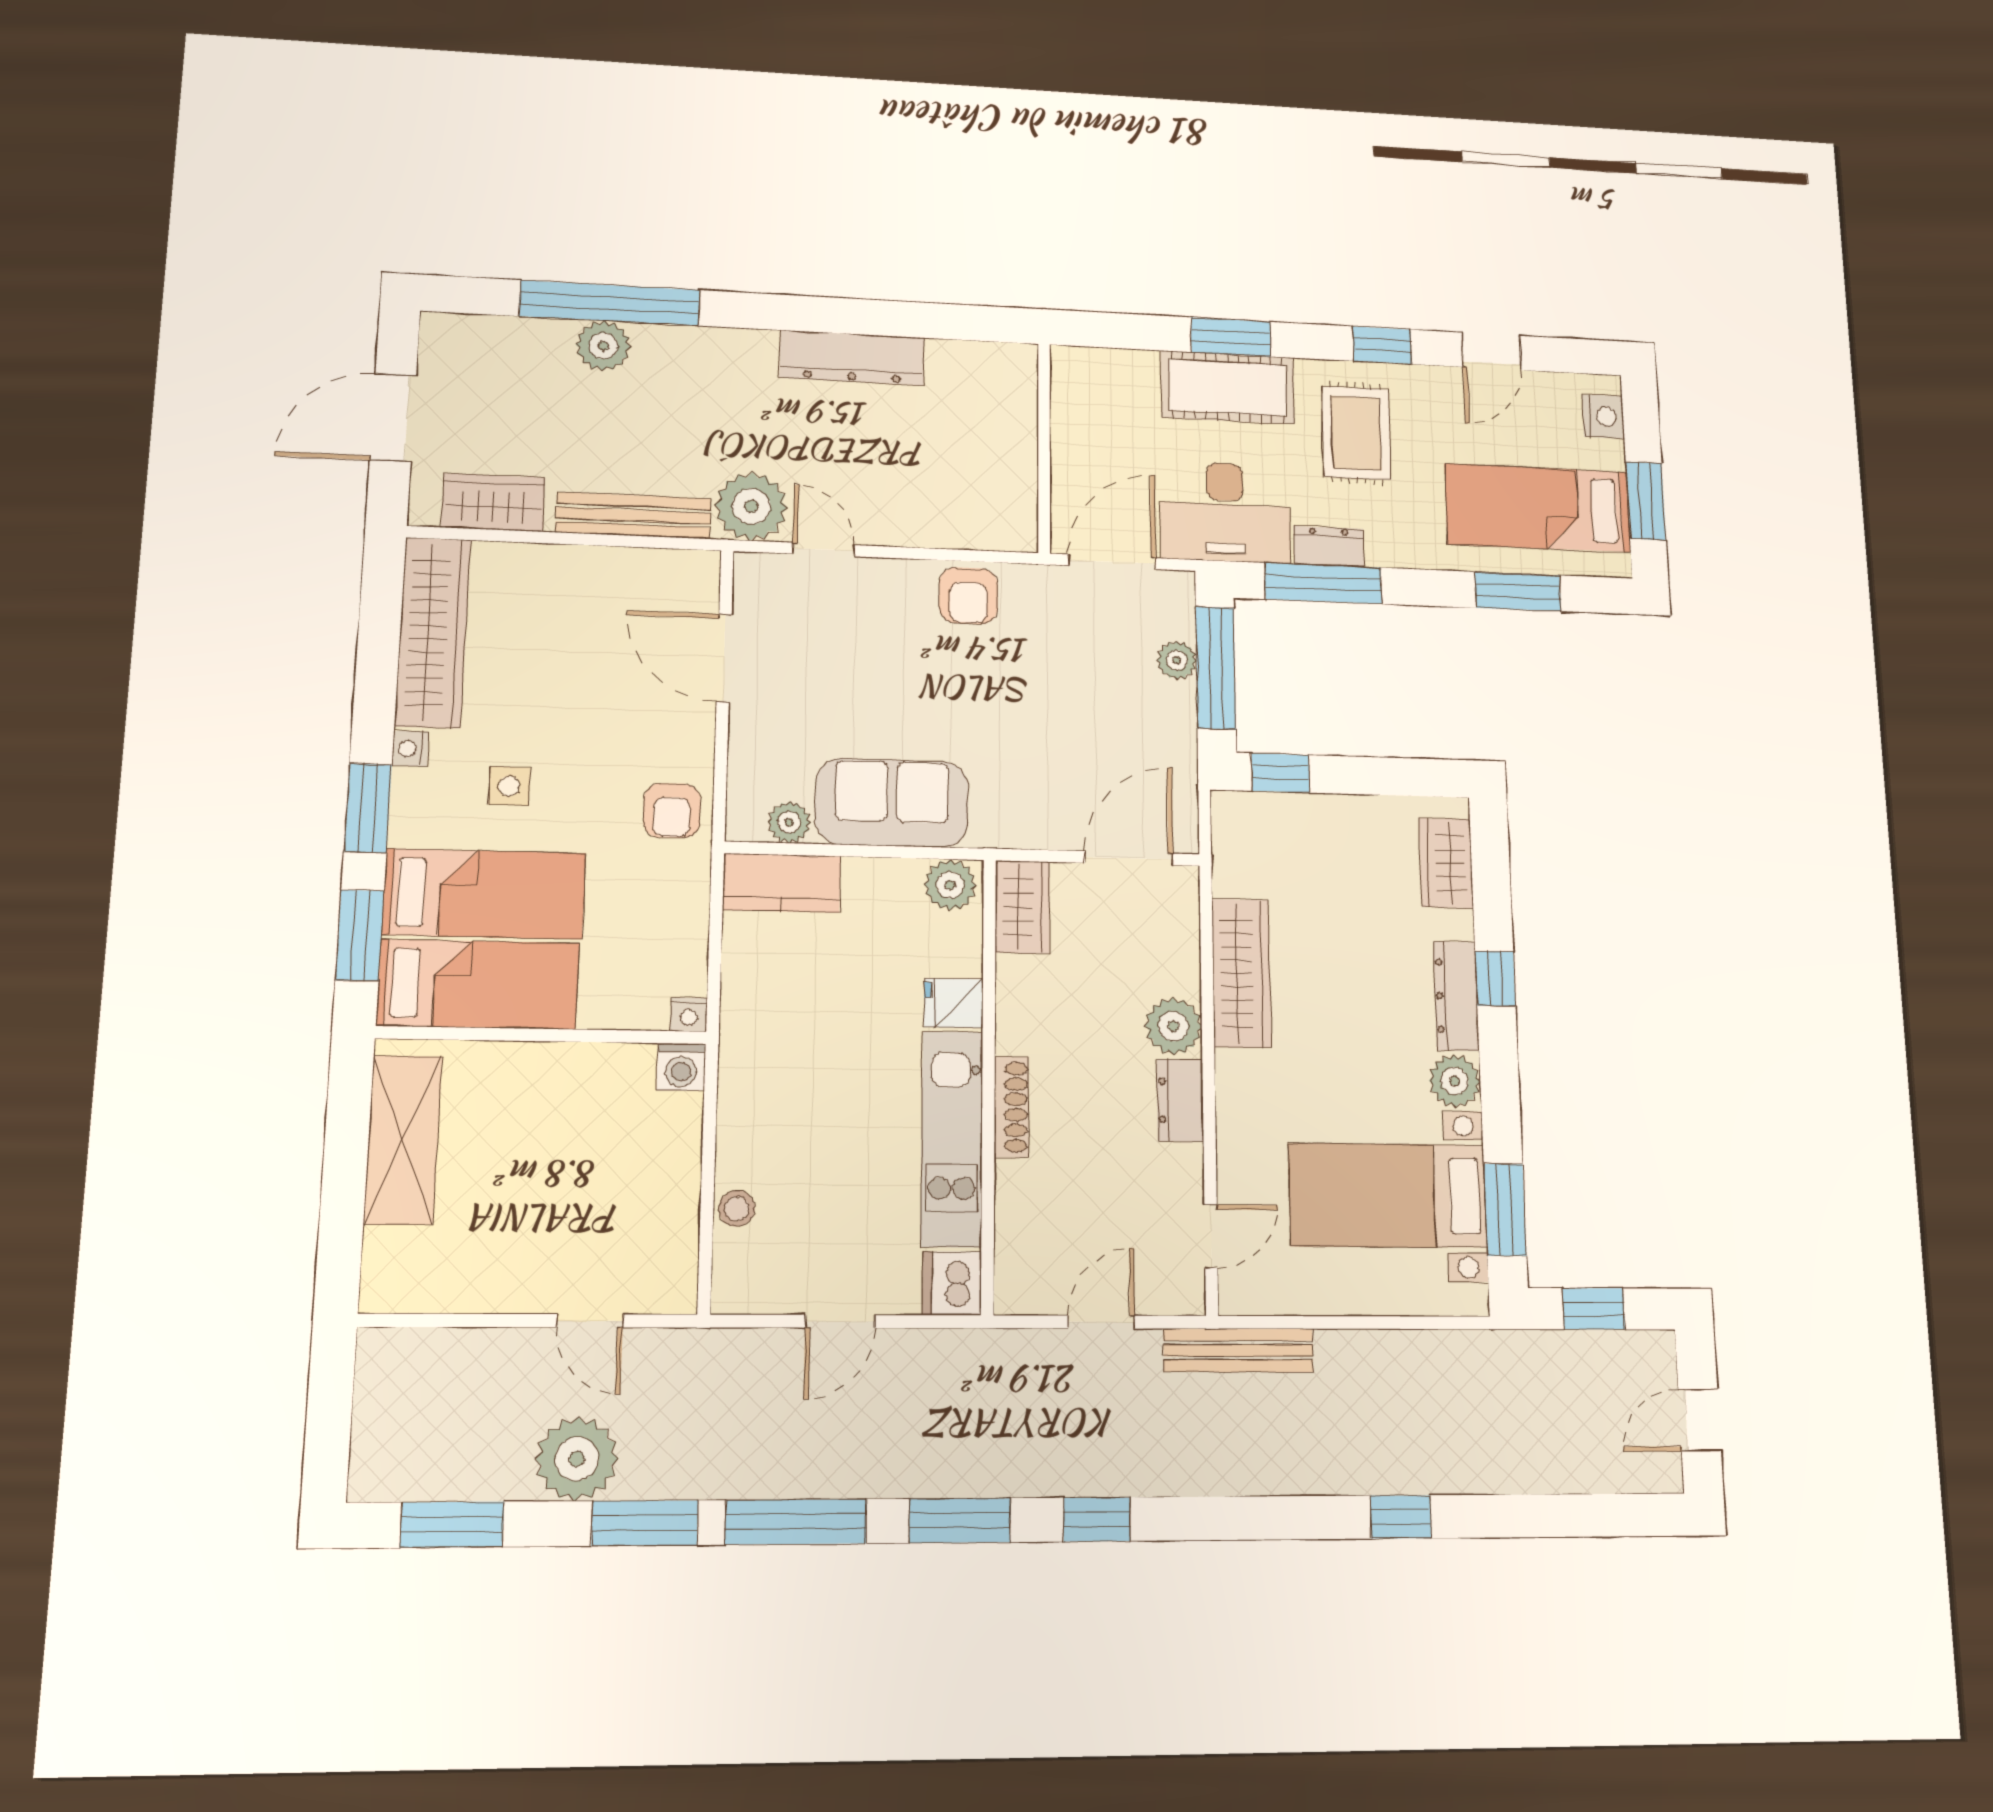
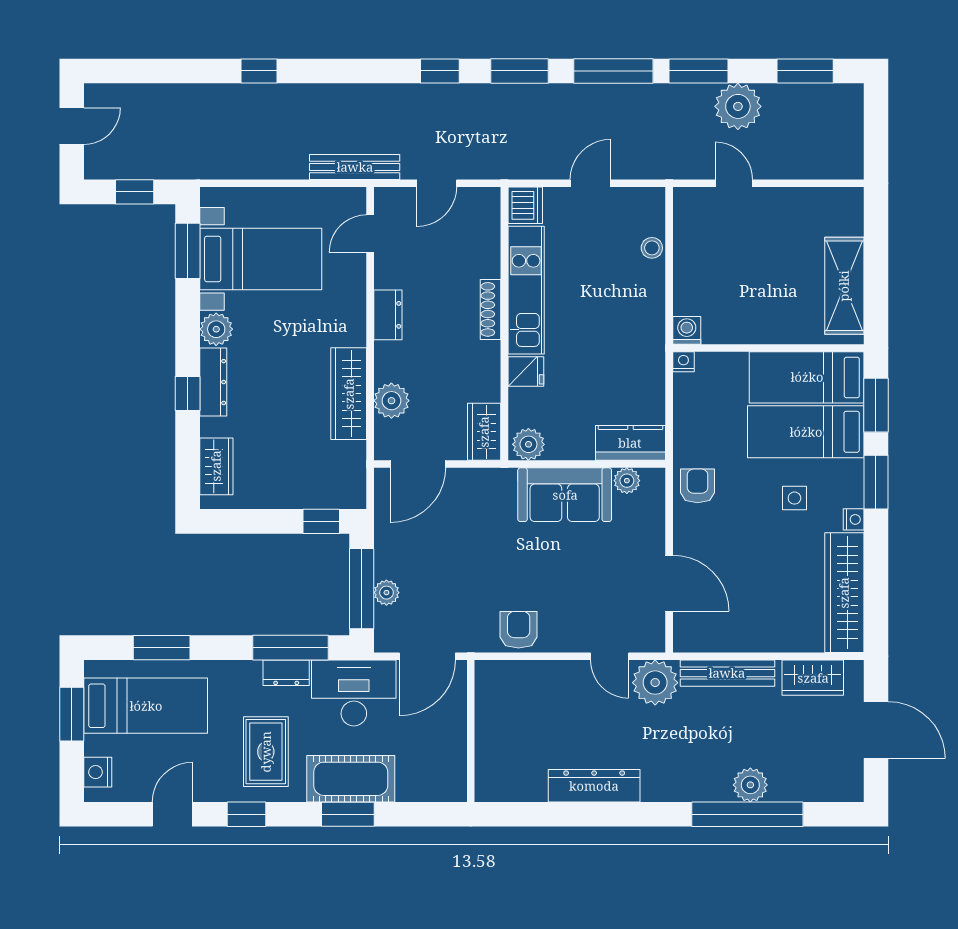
door: (393, 418) -> (876, 730), hinge flipped
plant: (1173, 1026) -> (391, 401), moved

